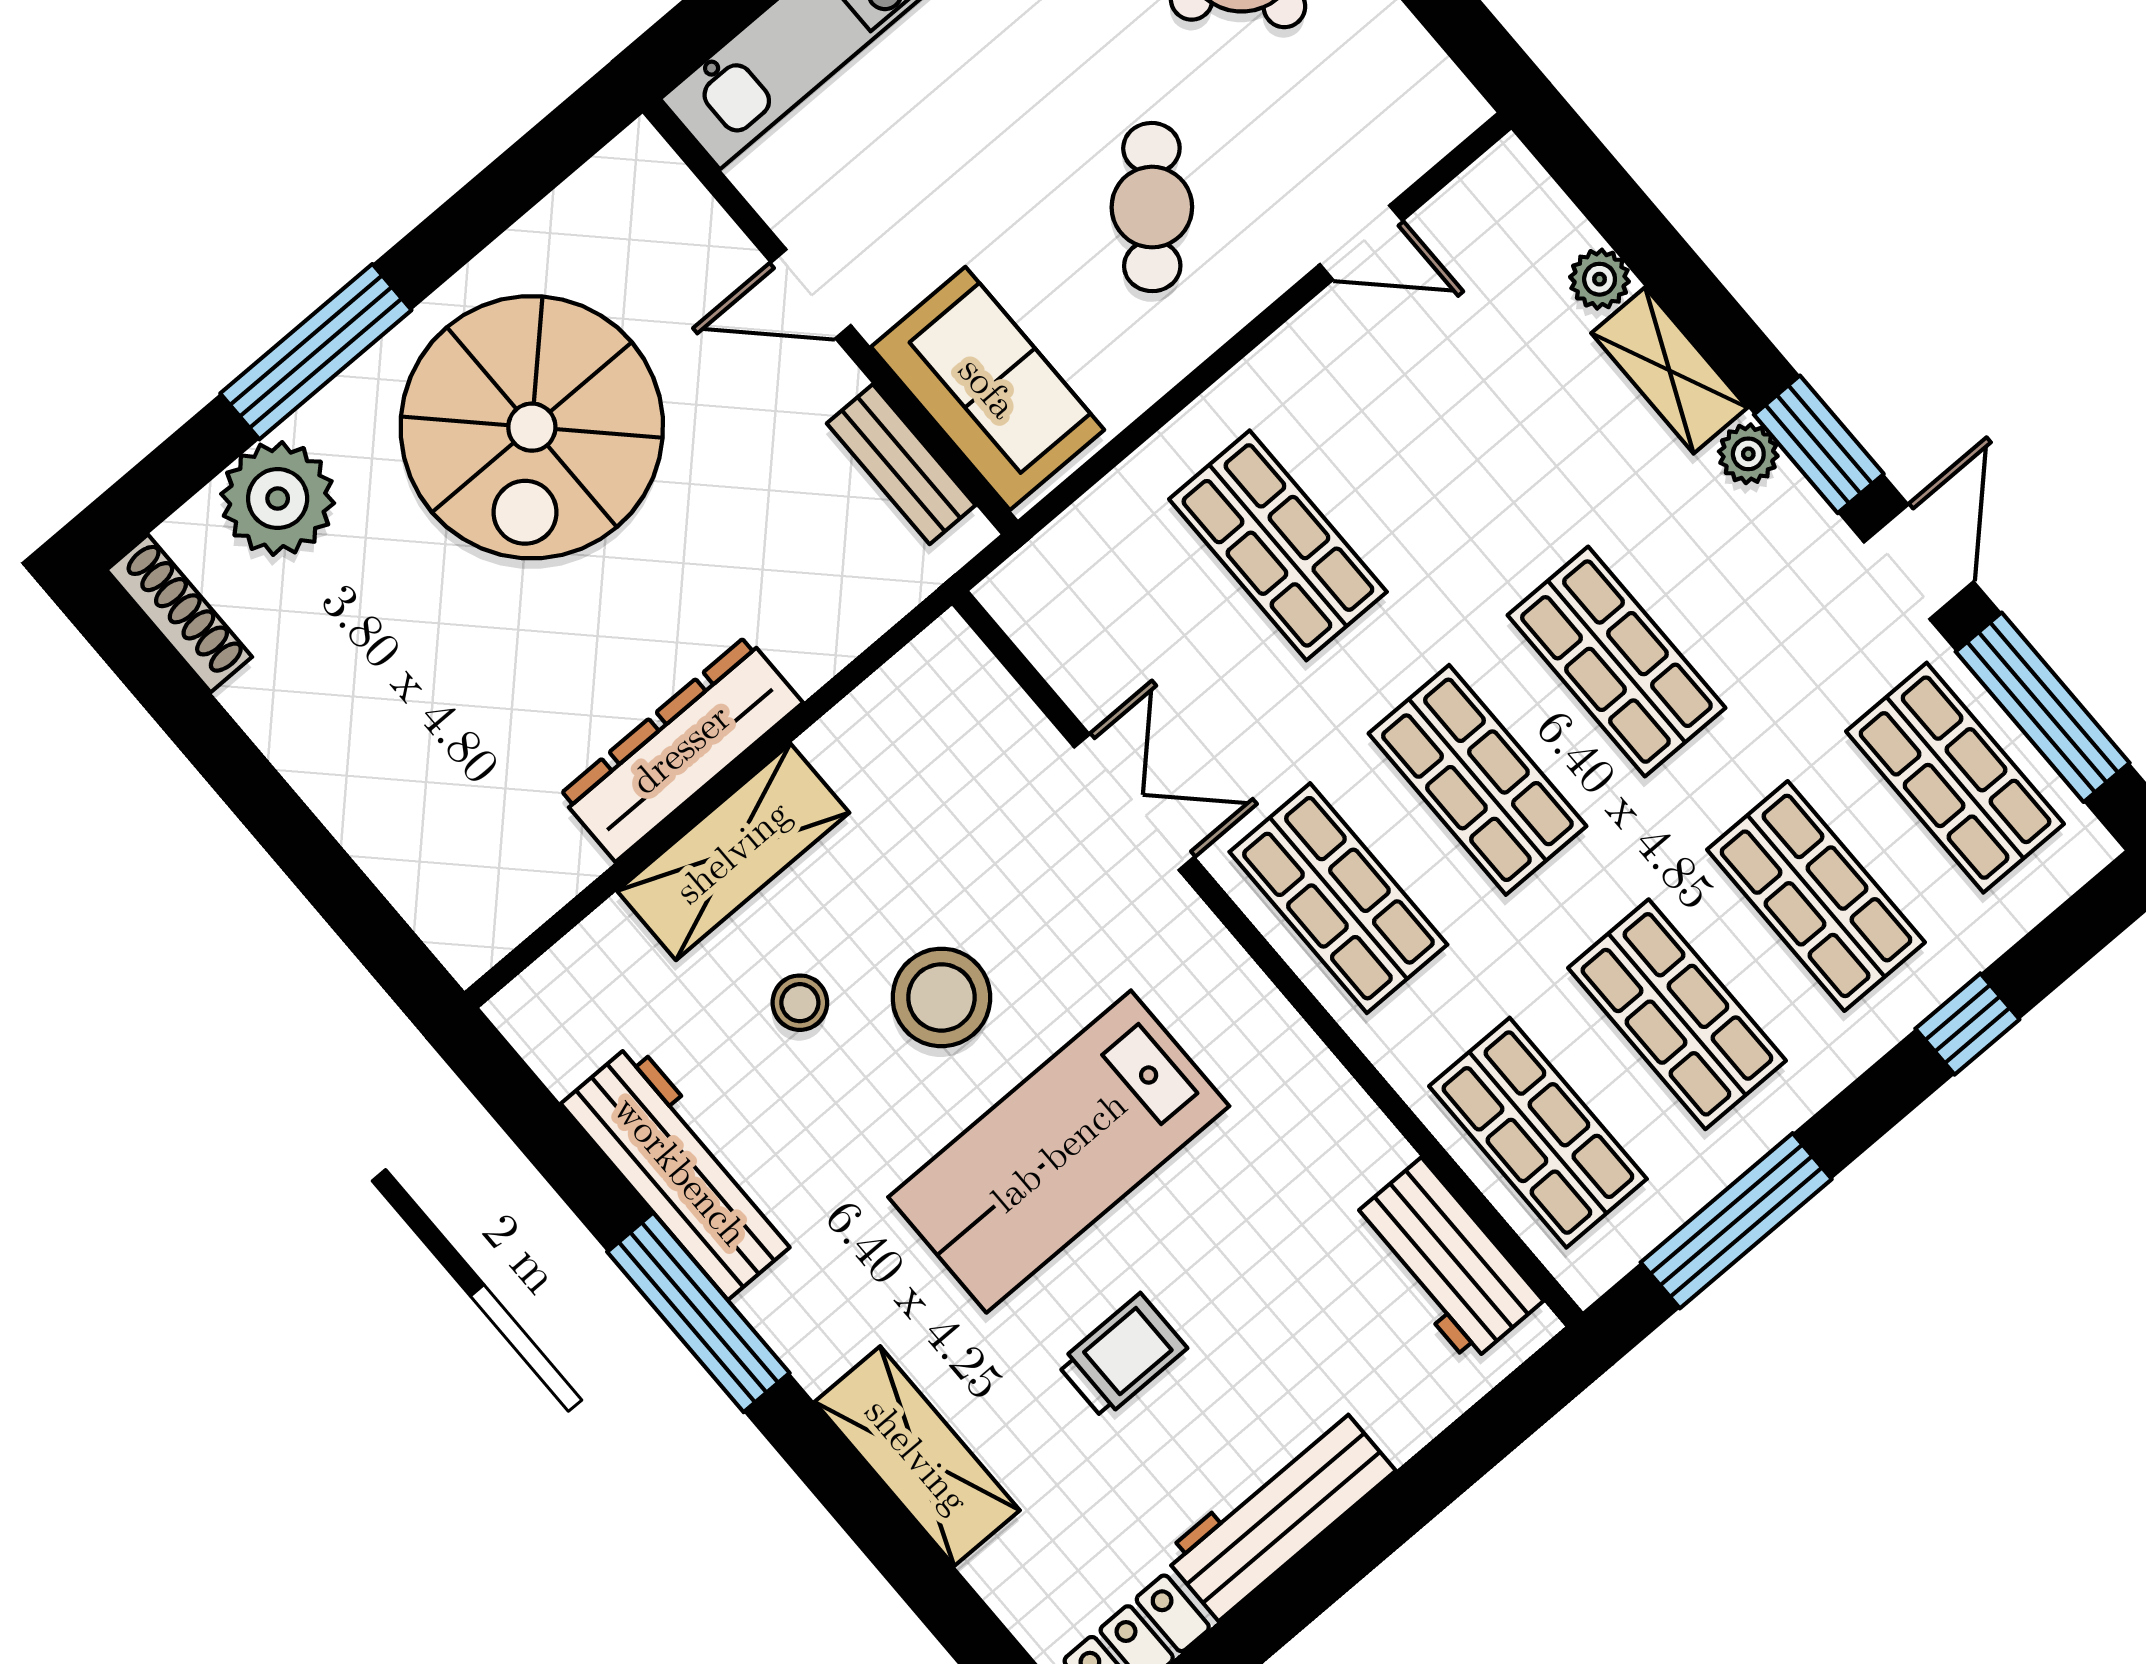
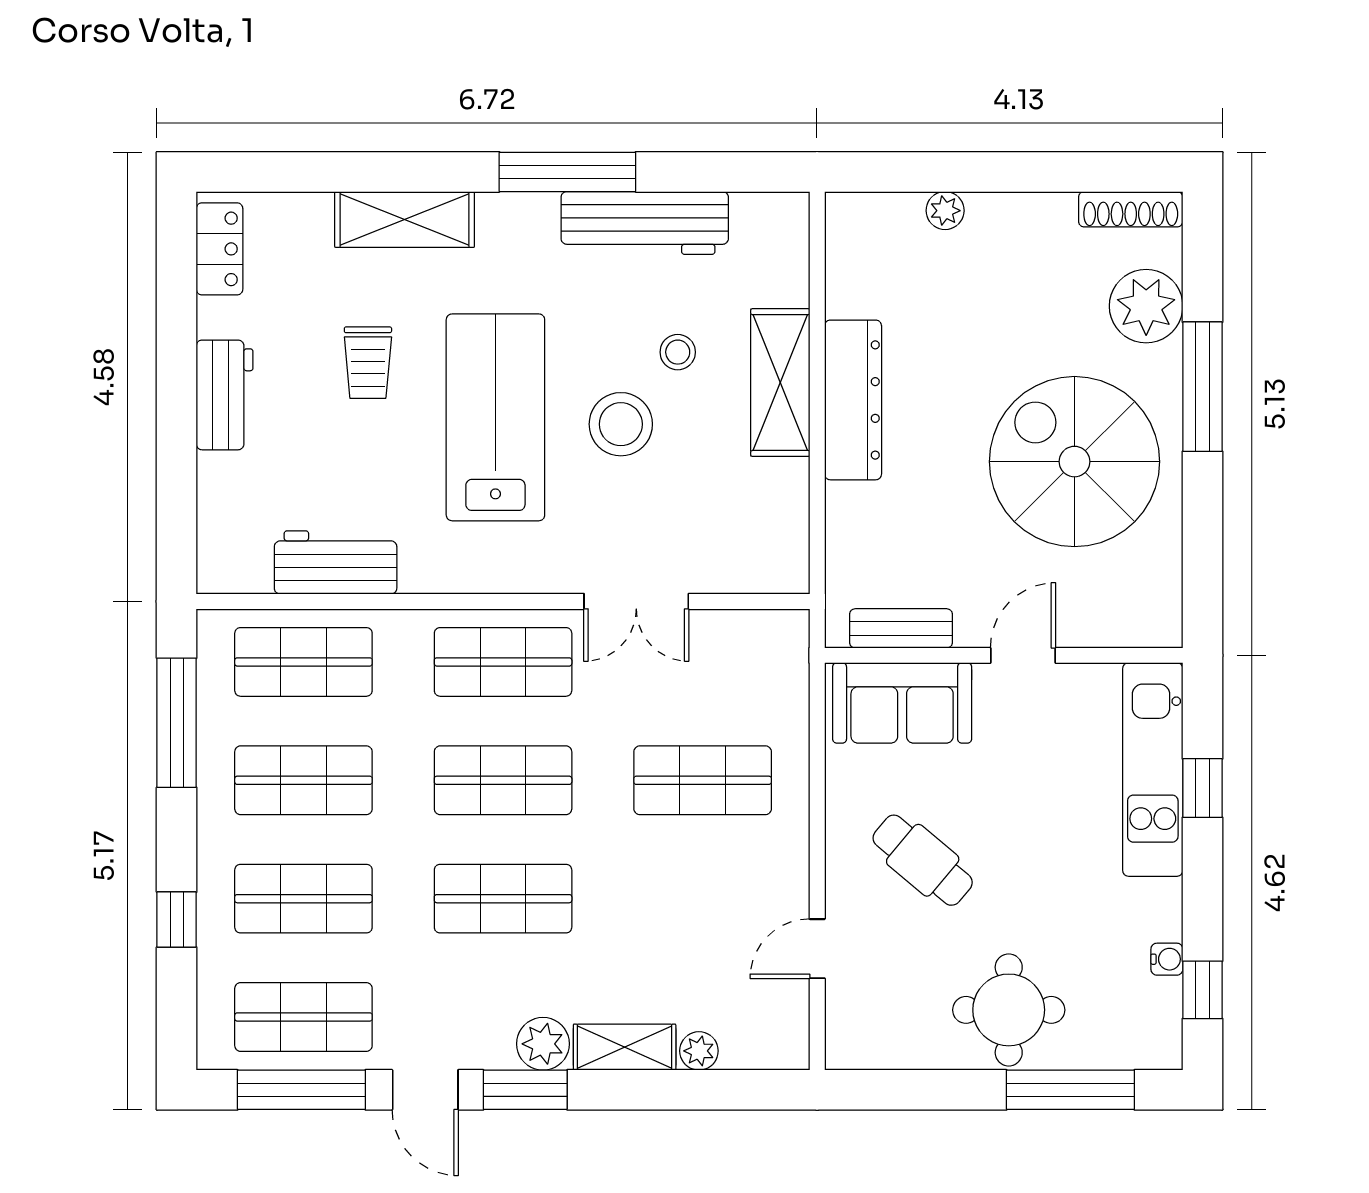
plant: (1748, 454) -> (543, 1044), width x1.38, depth x1.38
plant: (366, 830) -> (945, 211), added
workbench: (1445, 1261) -> (336, 562), moved
workbench: (1279, 1513) -> (225, 395), width x0.73

